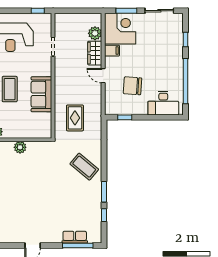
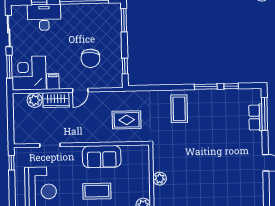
desk: (163, 103) -> (44, 17), moved, turned -90
window: (167, 117) -> (124, 20), added
coffee table: (84, 167) -> (179, 109), turned -40

